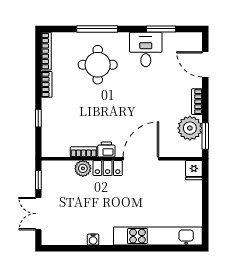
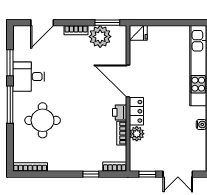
window: (97, 29) -> (10, 105), moved
bookcase: (47, 84) -> (115, 167), moved

